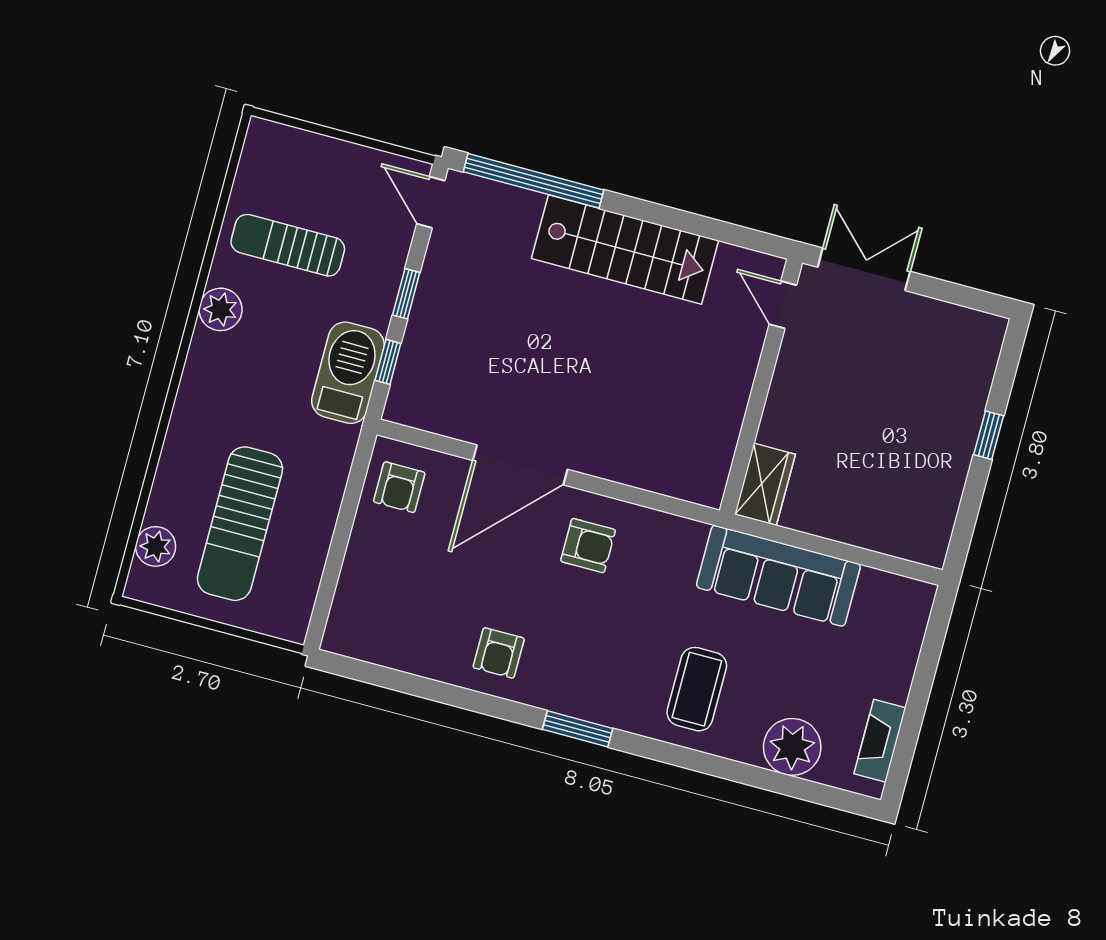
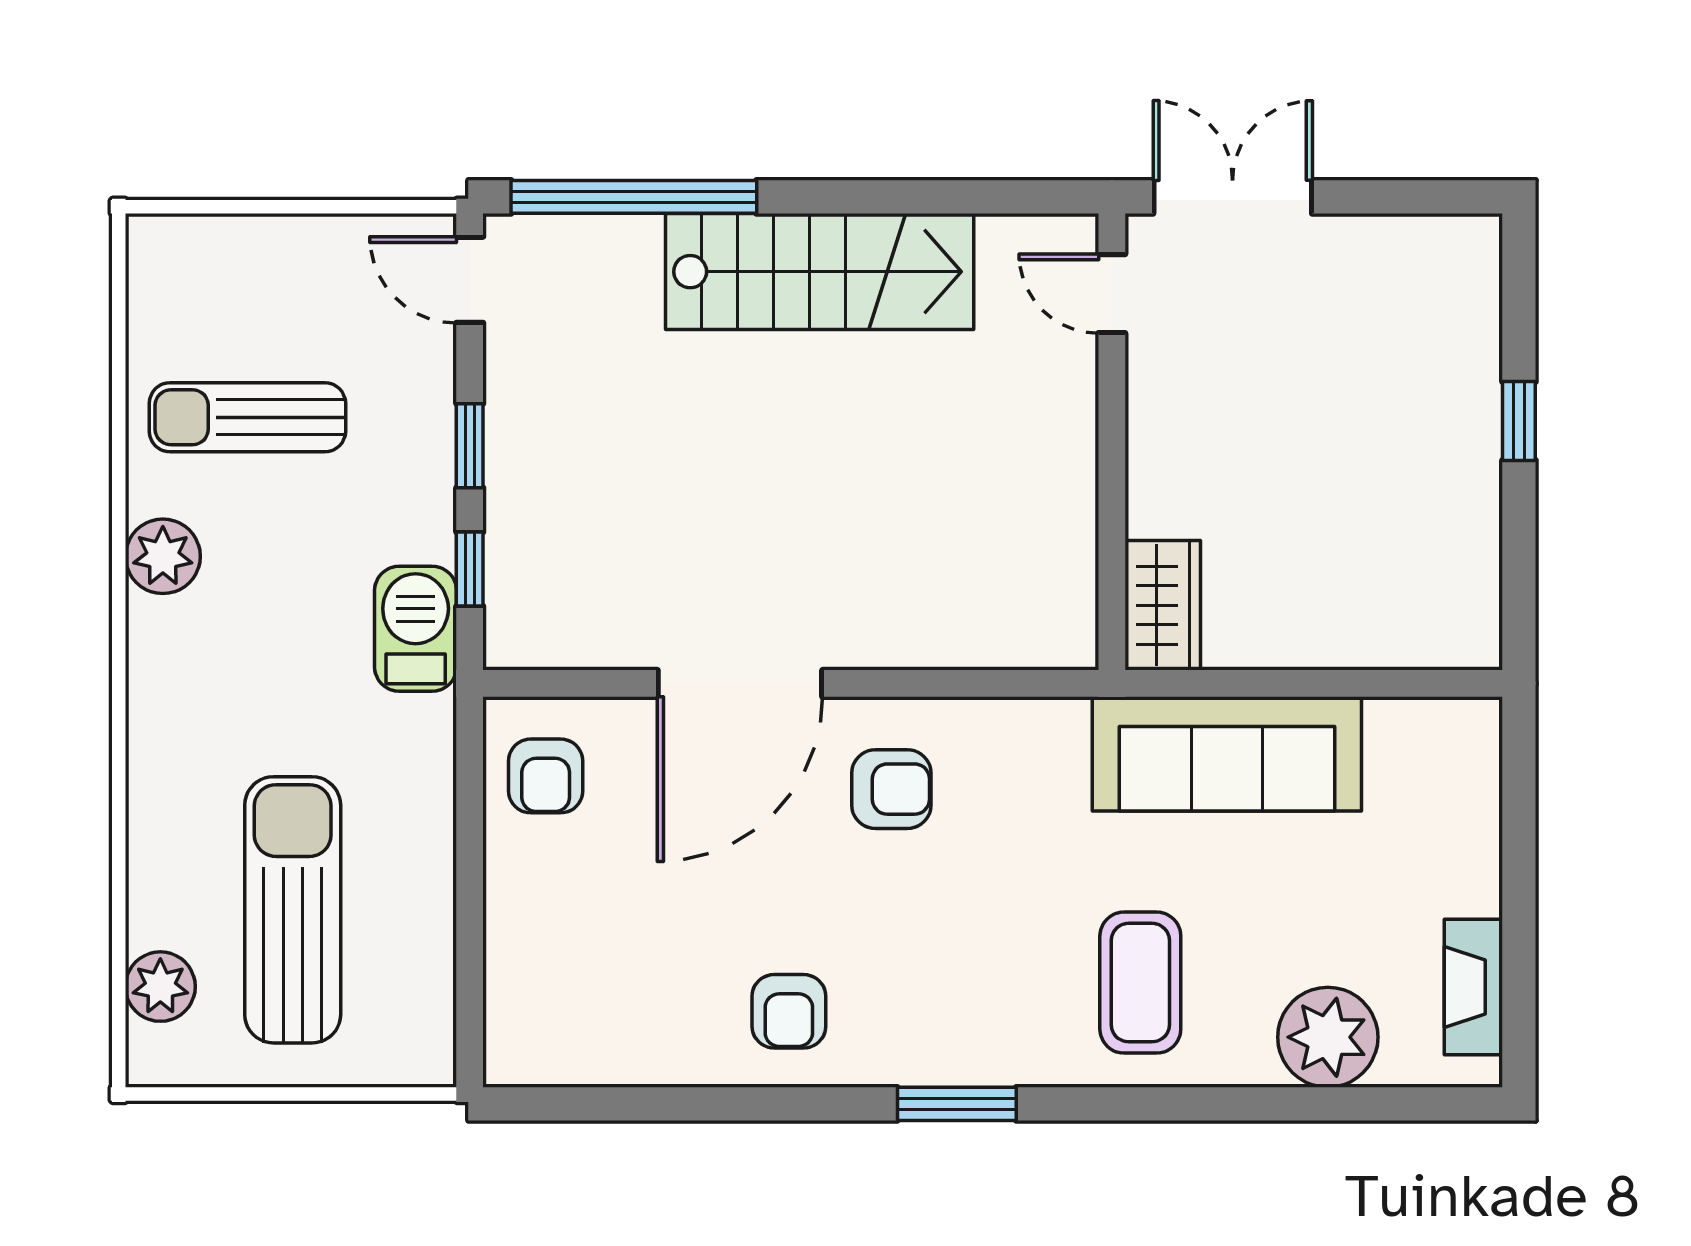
barbecue: (348, 373) -> (416, 629), width x0.73, depth x0.83
sun lounger: (240, 524) -> (293, 910), turned 180

